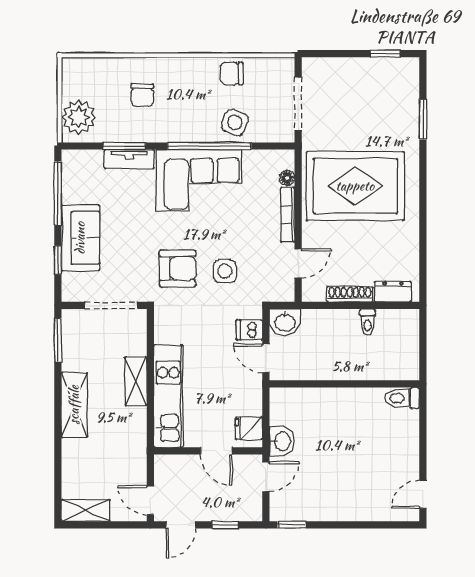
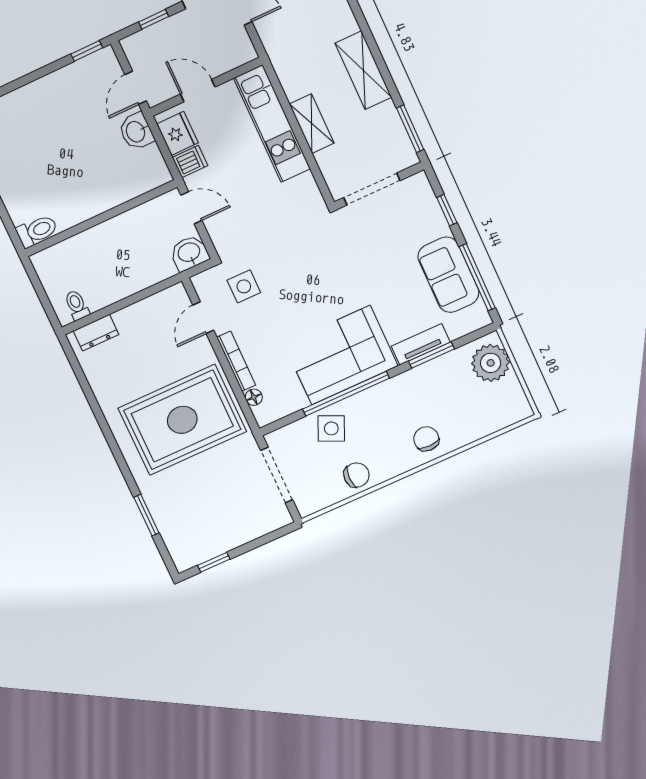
chair: (142, 95) -> (426, 439), moved
sofa: (80, 238) -> (448, 275), moved
armchair: (178, 268) -> (322, 257), removed
side table: (225, 271) -> (244, 286), moved
shoe rack: (350, 294) -> (138, 311), removed
toilet: (368, 322) -> (77, 305), moved
dishwasher: (249, 330) -> (190, 162), moved
fridge: (249, 428) -> (178, 133), width x1.38

